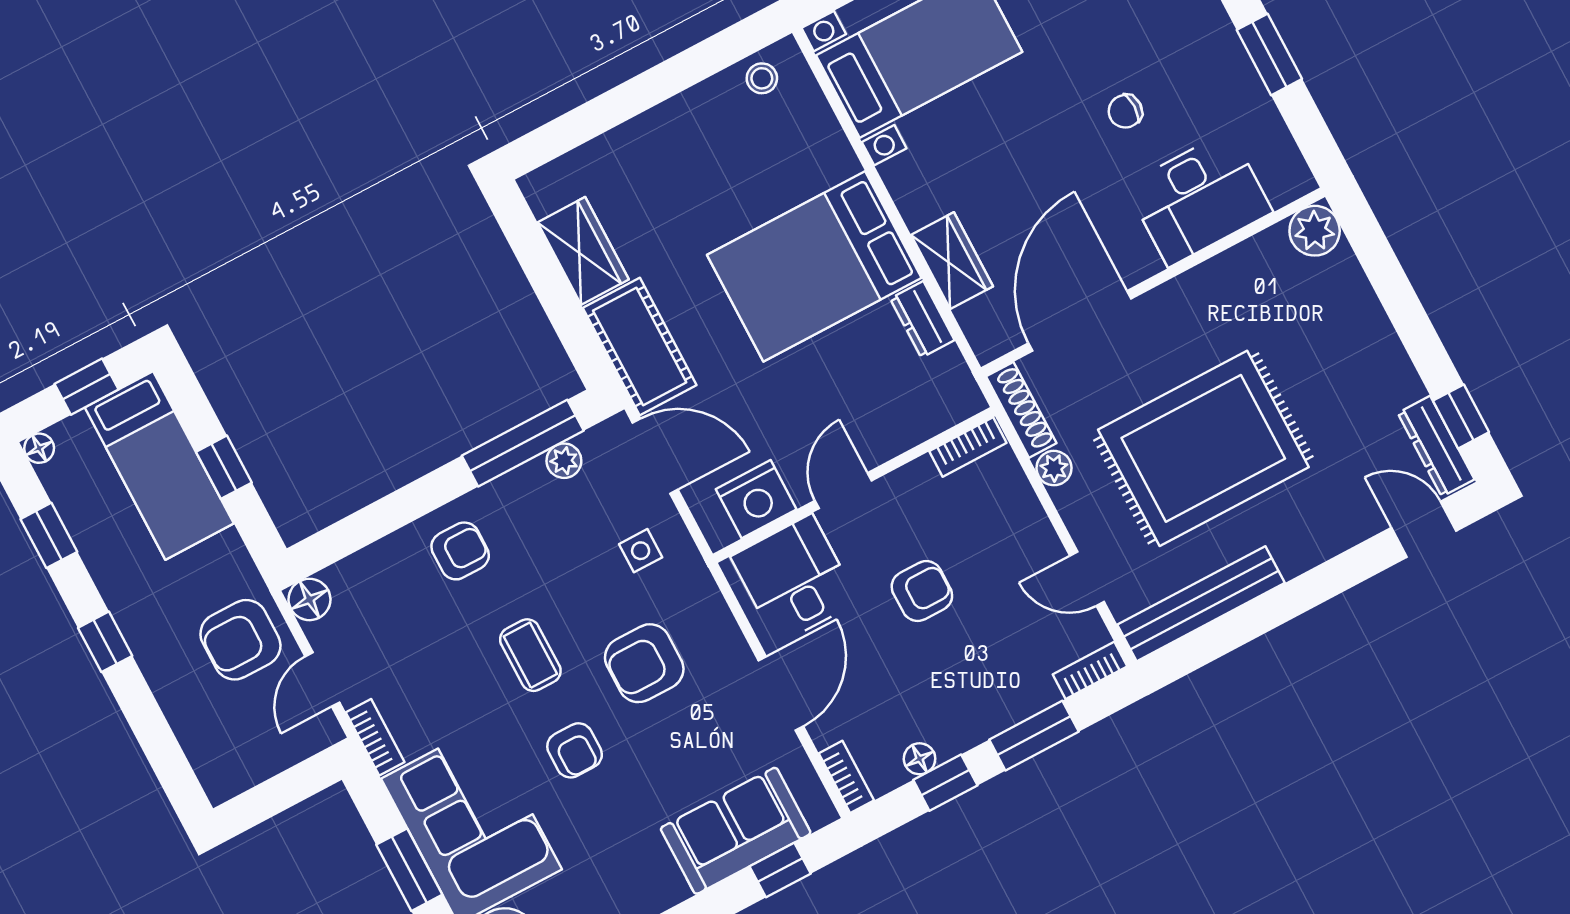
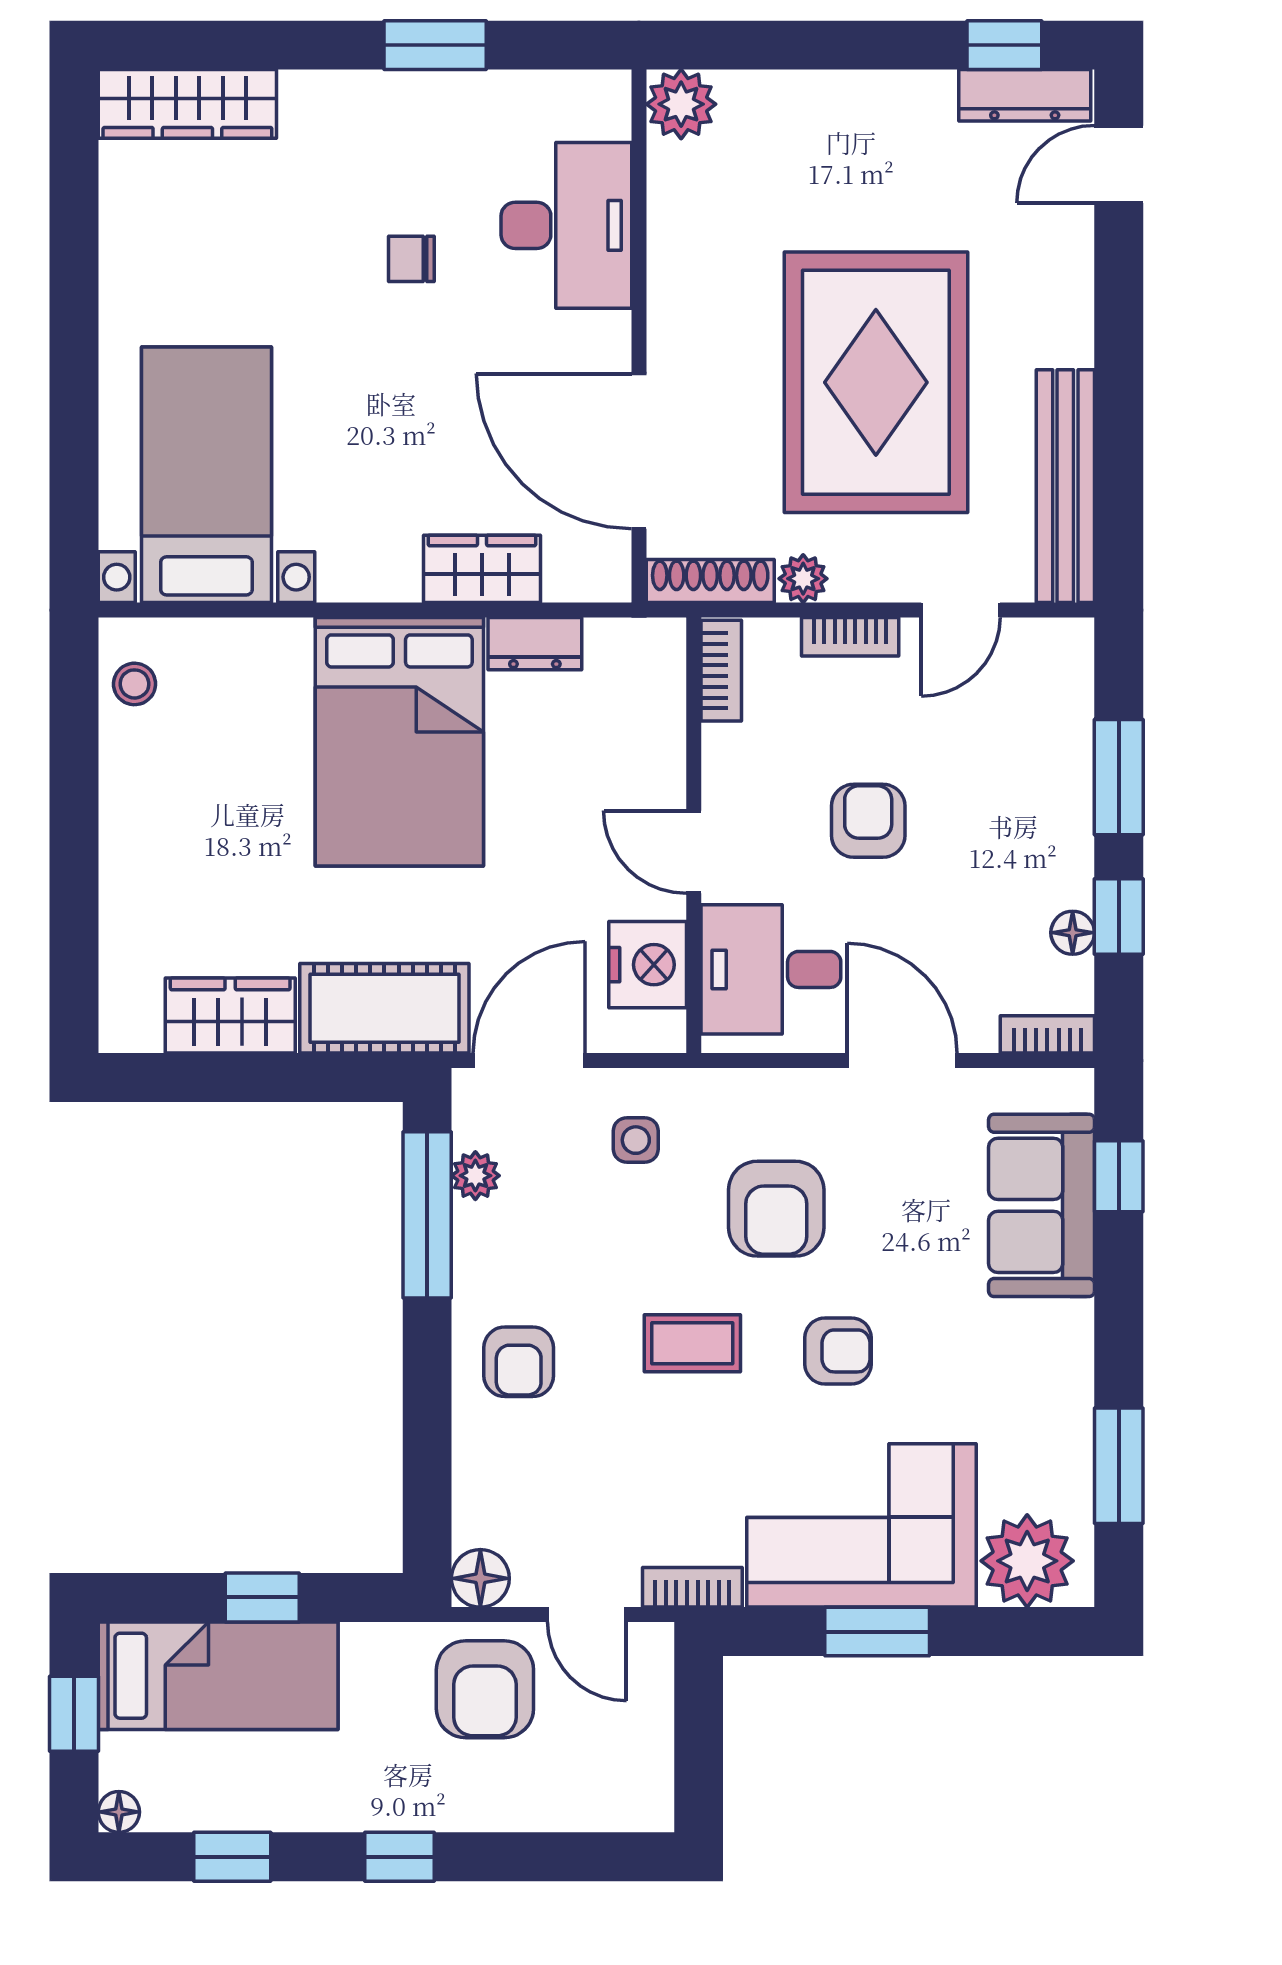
chair: (1125, 111) -> (411, 259), turned 90
armchair: (460, 551) -> (519, 1362), turned 180
bookcase: (1090, 670) -> (850, 637), moved, turned -90

